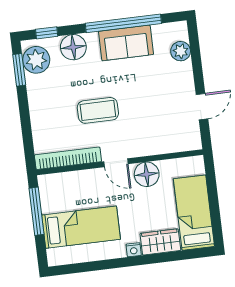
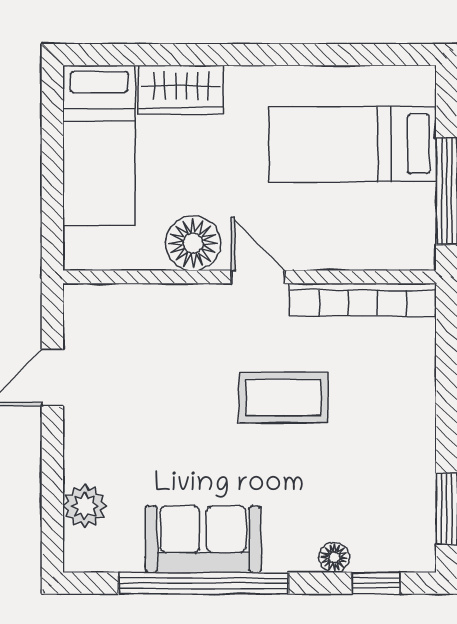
floor lamp: (73, 47) -> (334, 557), width x0.53, depth x0.53
plant: (36, 60) -> (406, 526), removed
nightstand: (134, 250) -> (242, 80), removed

